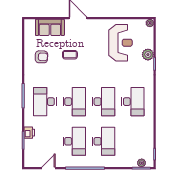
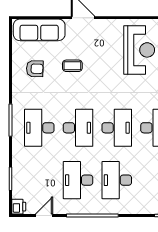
sofa: (50, 27) -> (39, 30), width x1.36
printer: (29, 133) -> (19, 207), moved
desk: (74, 141) -> (78, 180), turned 180
desk: (104, 141) -> (117, 180), turned 180

